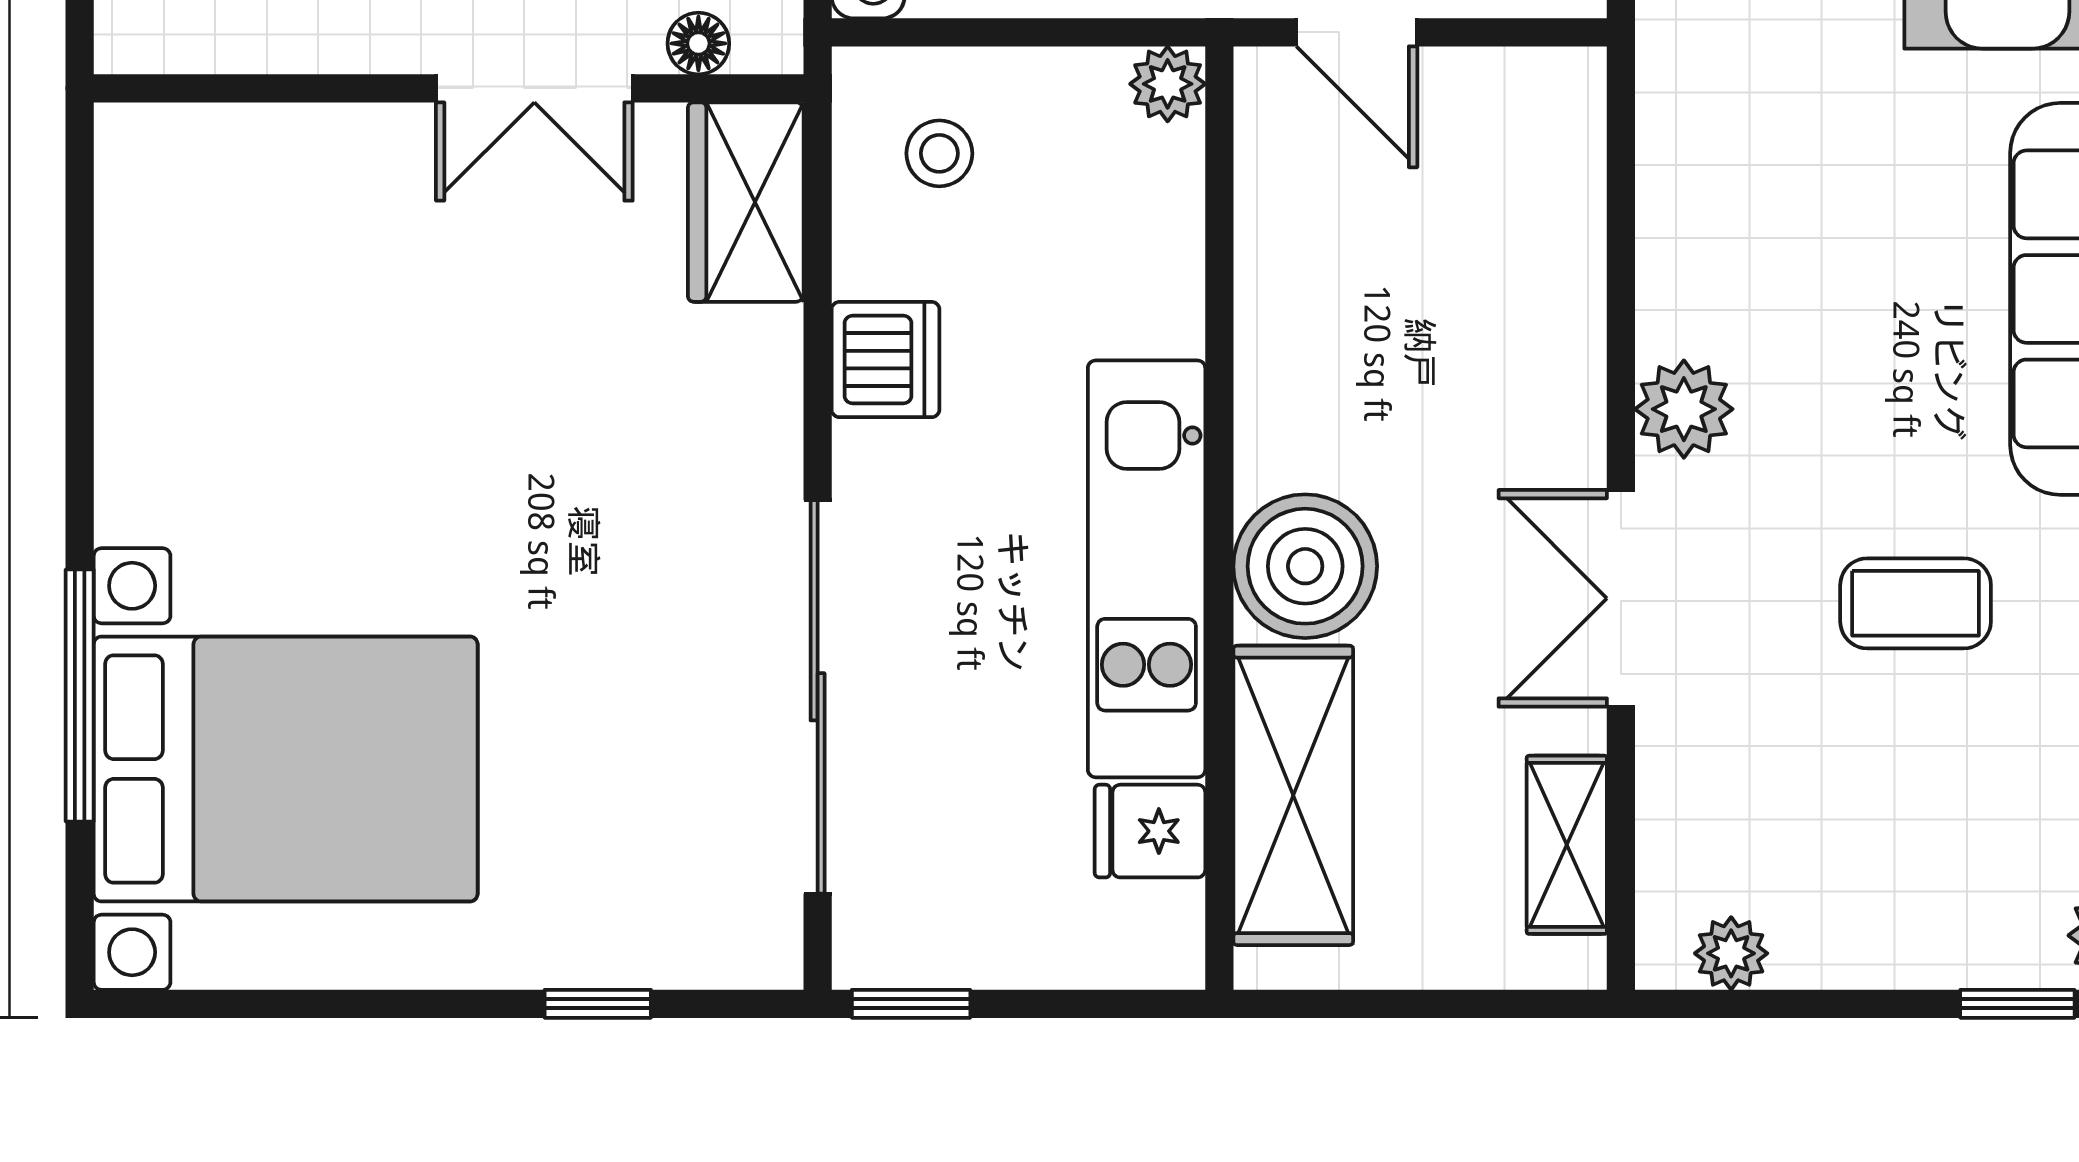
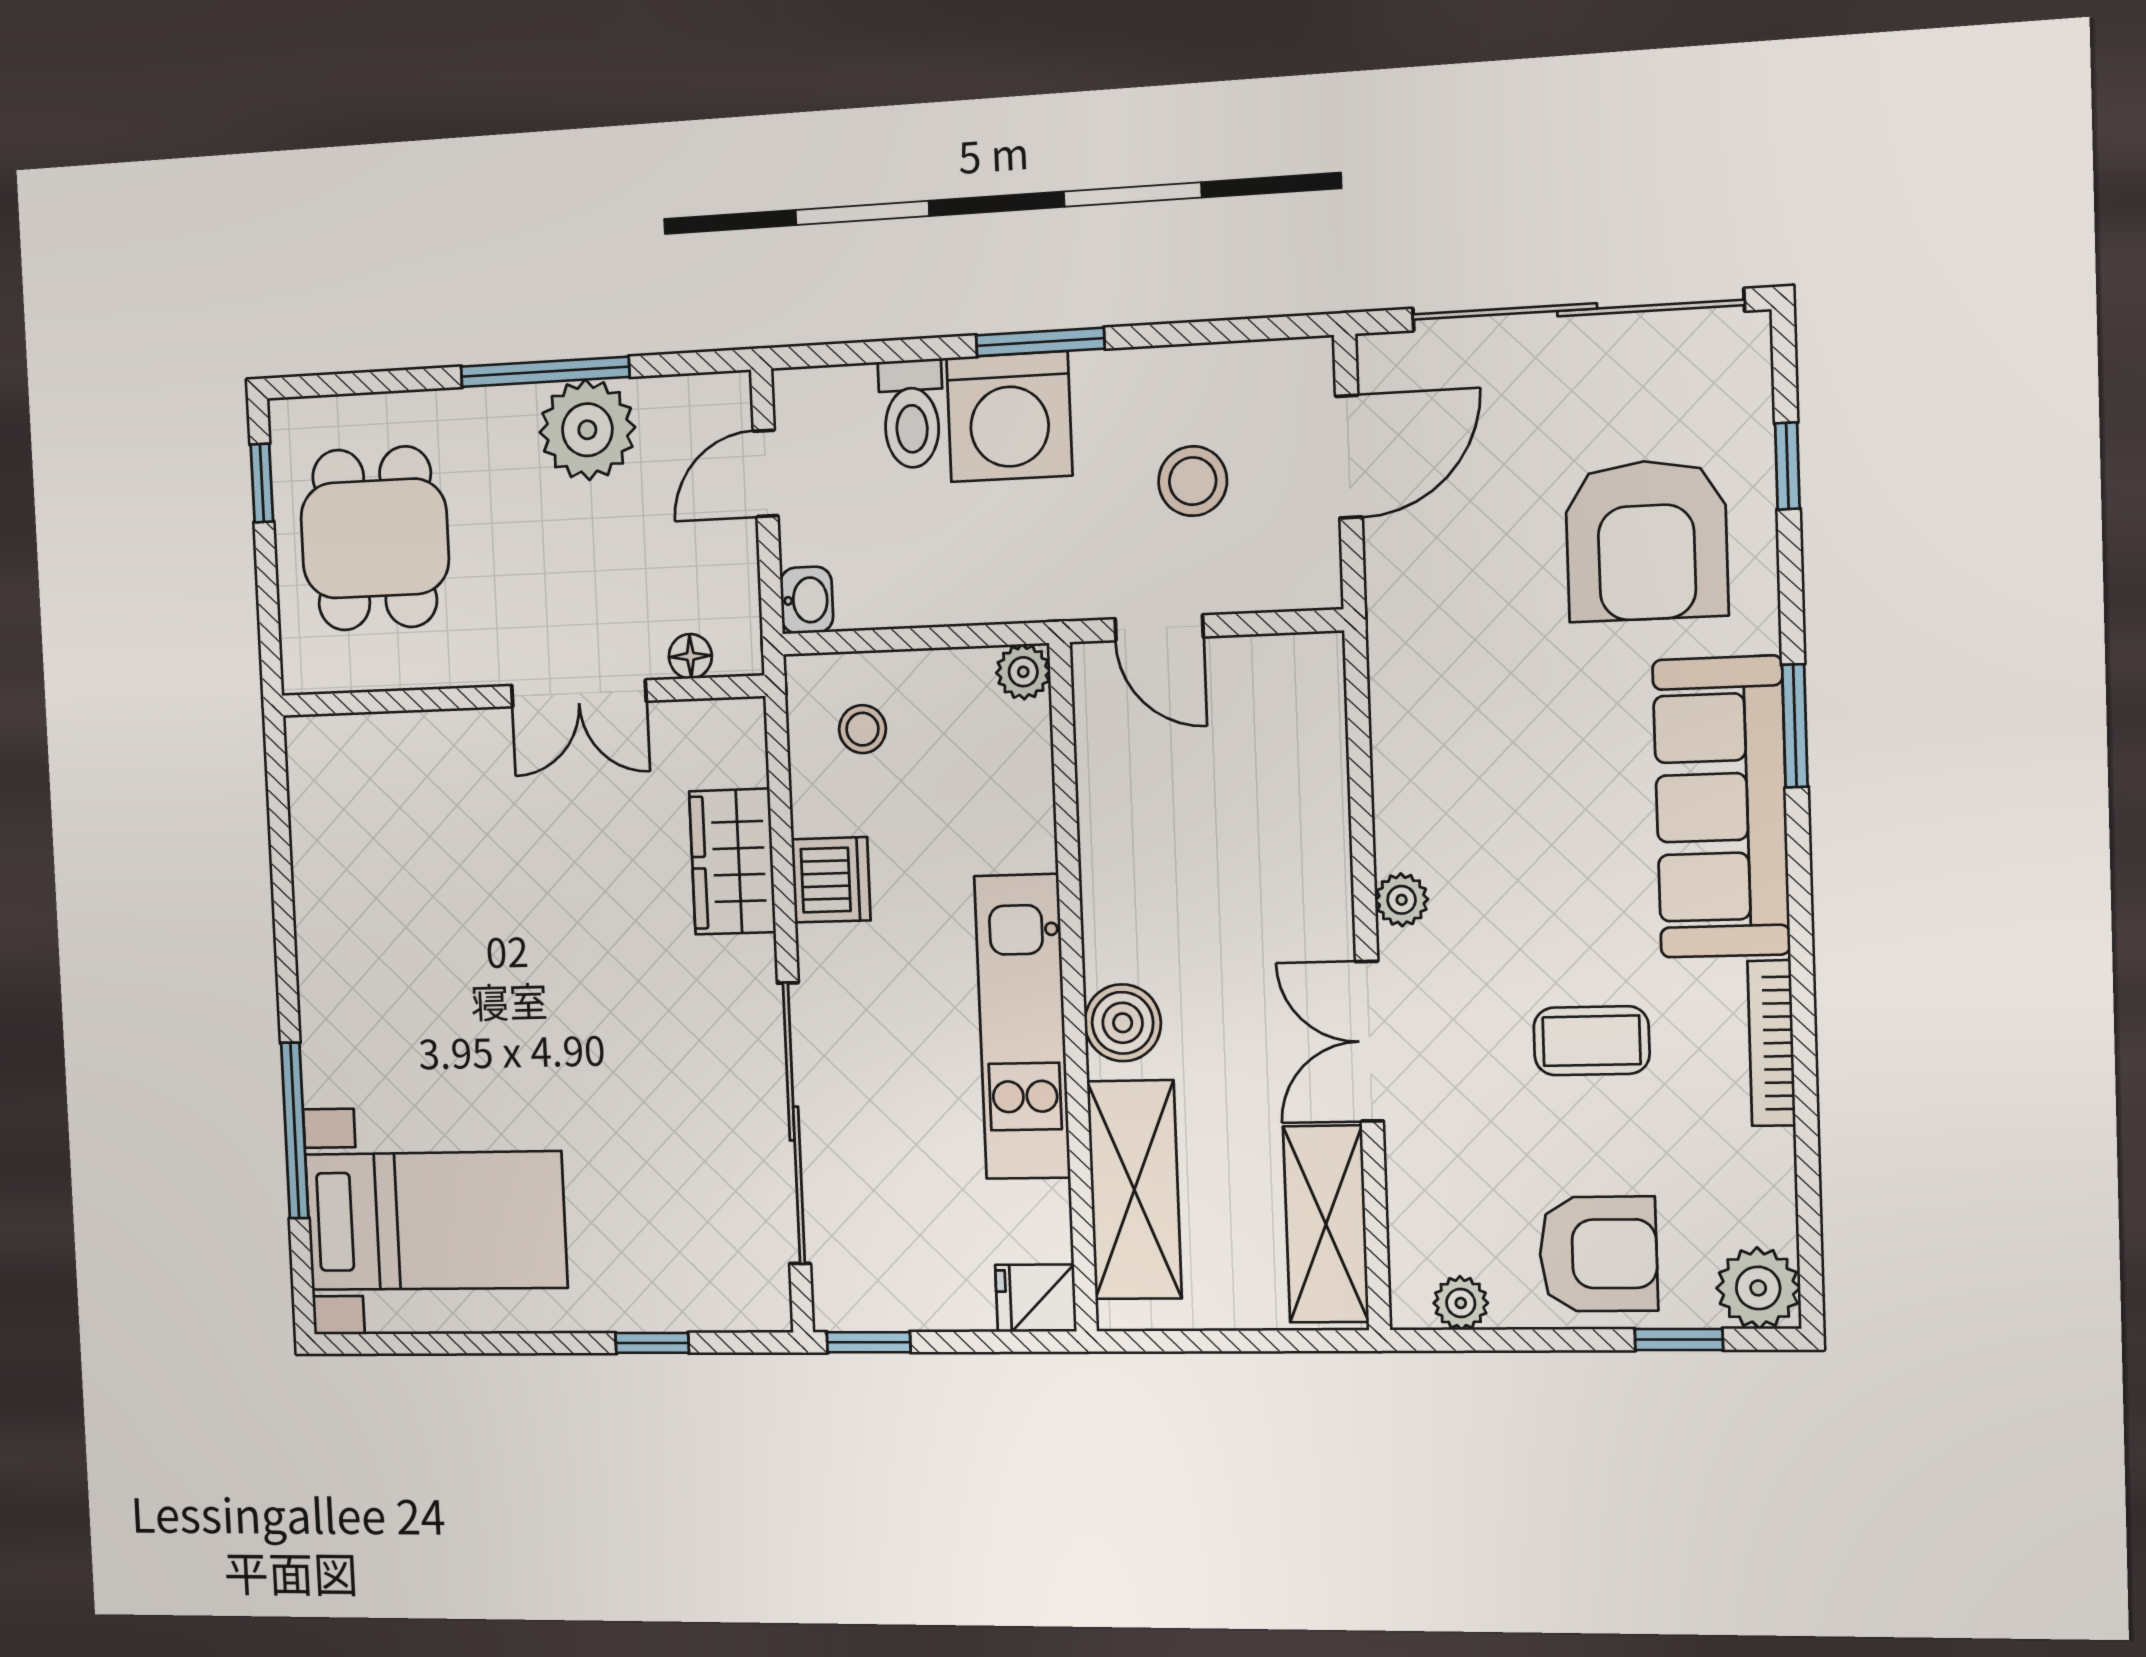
wardrobe: (746, 202) -> (732, 862), moved
plant: (1684, 409) -> (1402, 900), width x0.73, depth x0.73
boiler: (1305, 566) -> (1123, 1023), width x0.73, depth x0.73
bed with nightstands: (286, 769) -> (436, 1221), width x0.73
fridge: (1150, 831) -> (1036, 1298), moved
shelving: (1567, 845) -> (1326, 1224), width x1.50, depth x1.33
armchair: (1915, 888) -> (1598, 1254), added

